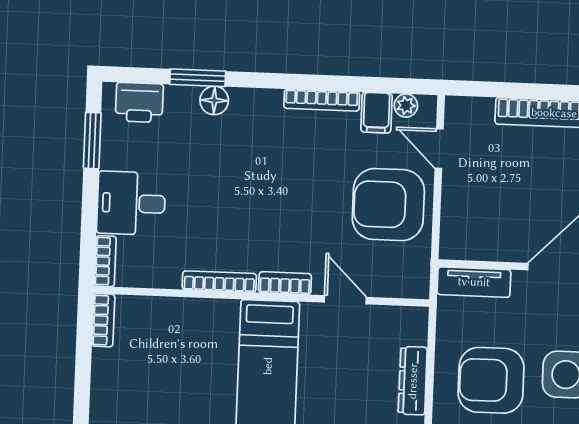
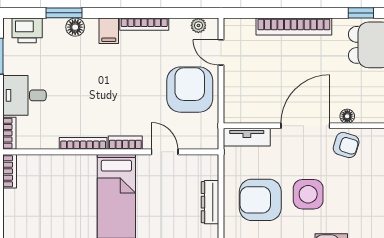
filing cabinet: (377, 113) -> (109, 31), moved
armchair: (388, 205) -> (190, 90), turned 90

